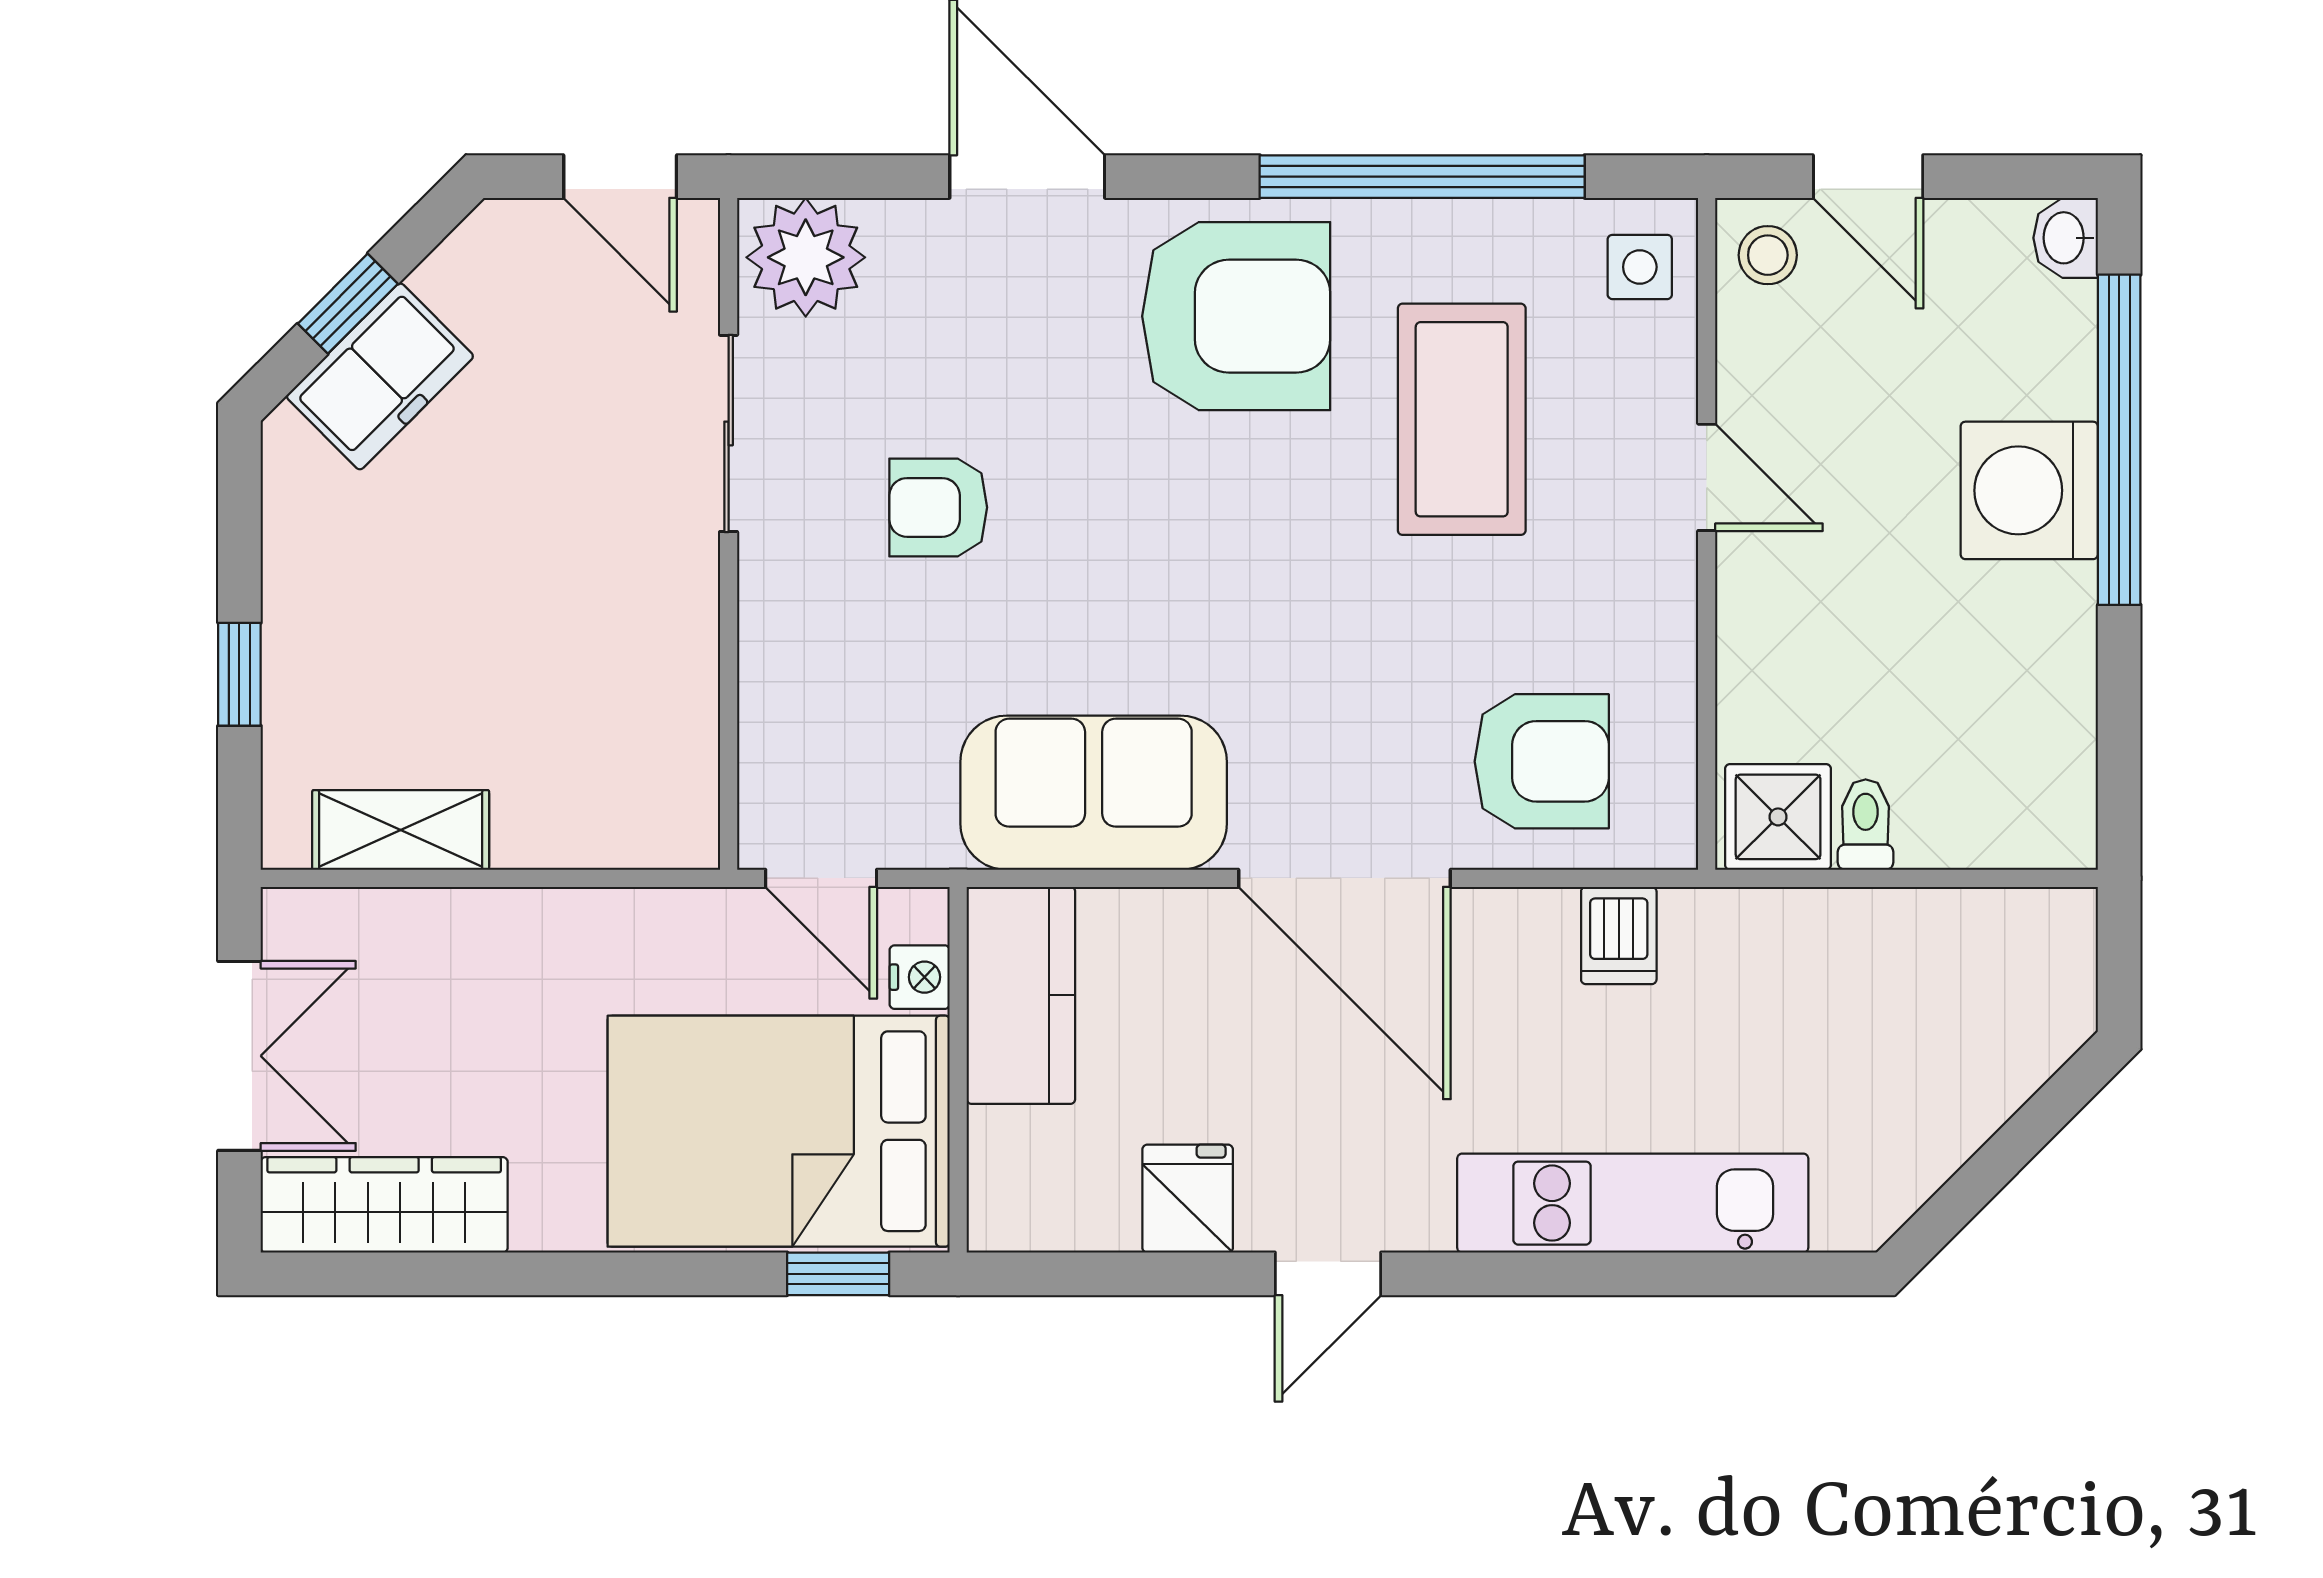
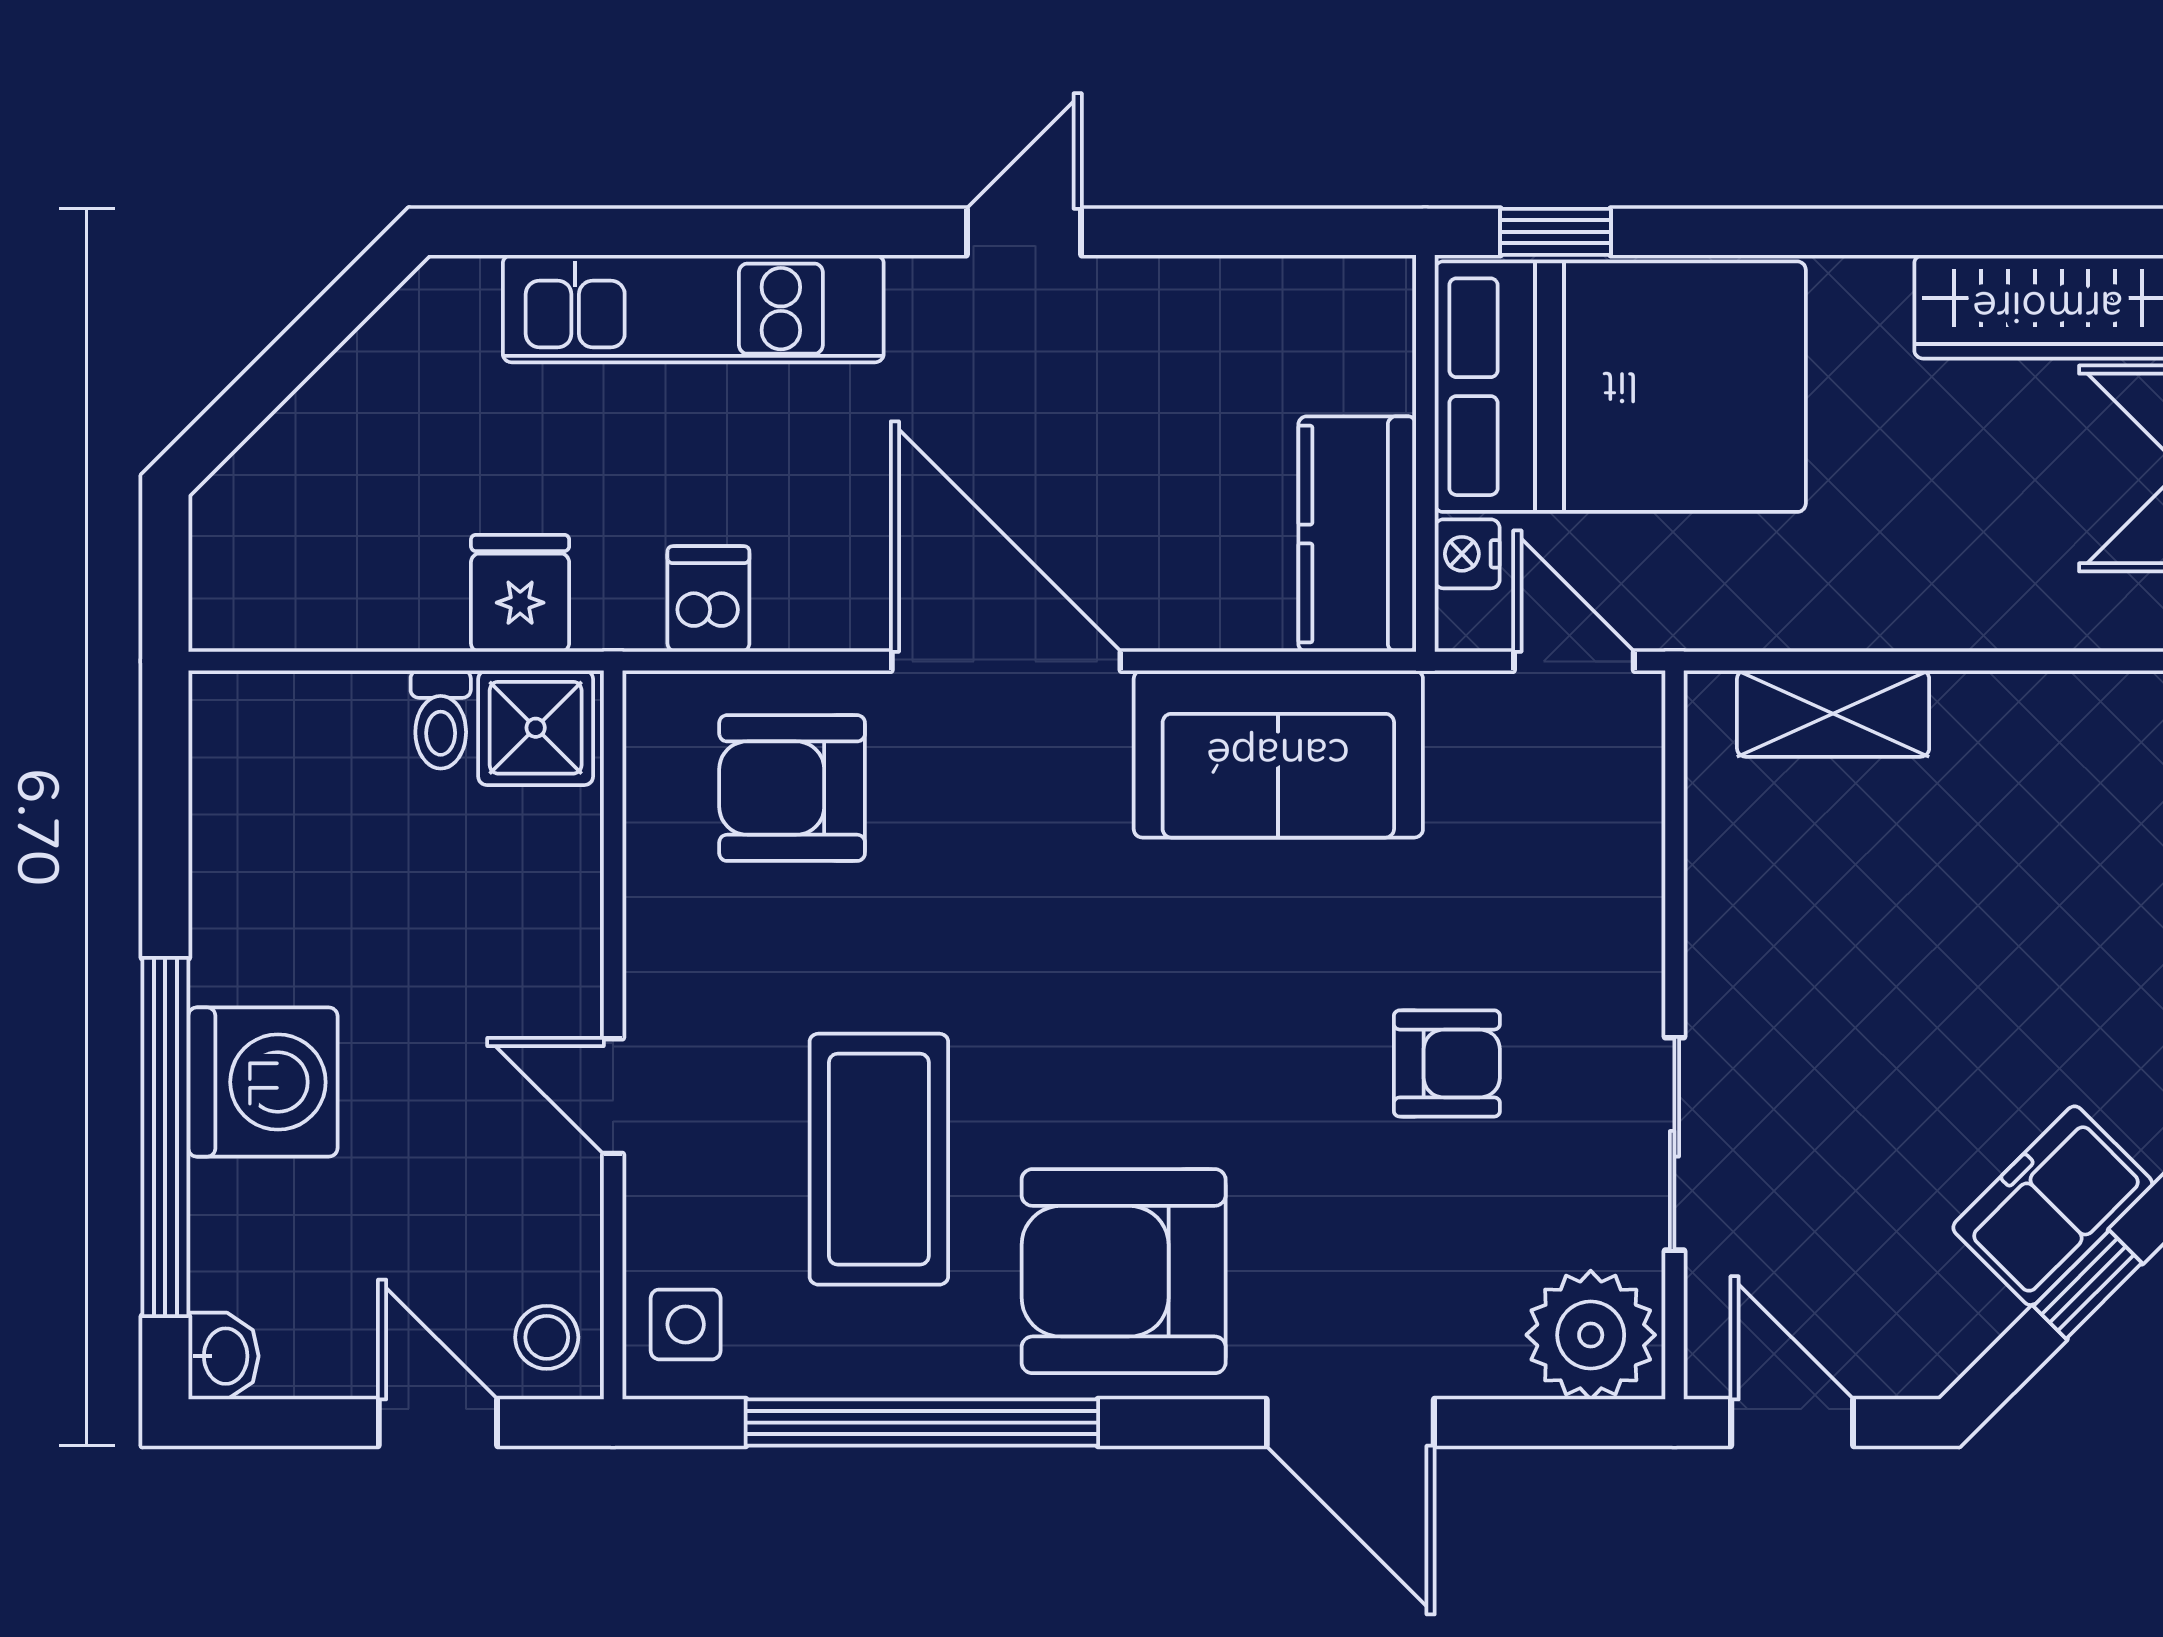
shelving: (401, 830) -> (1833, 714), moved
fridge: (1188, 1199) -> (520, 593), moved, turned 180

